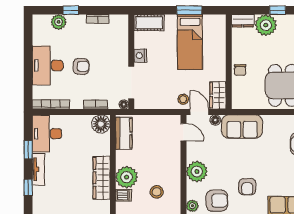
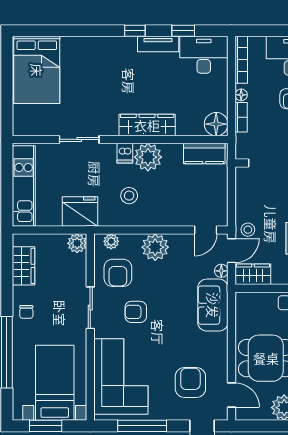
floor lamp: (124, 104) -> (241, 95), moved

